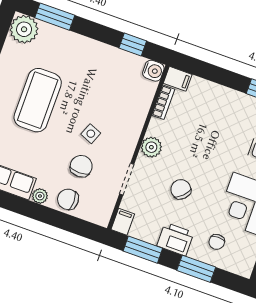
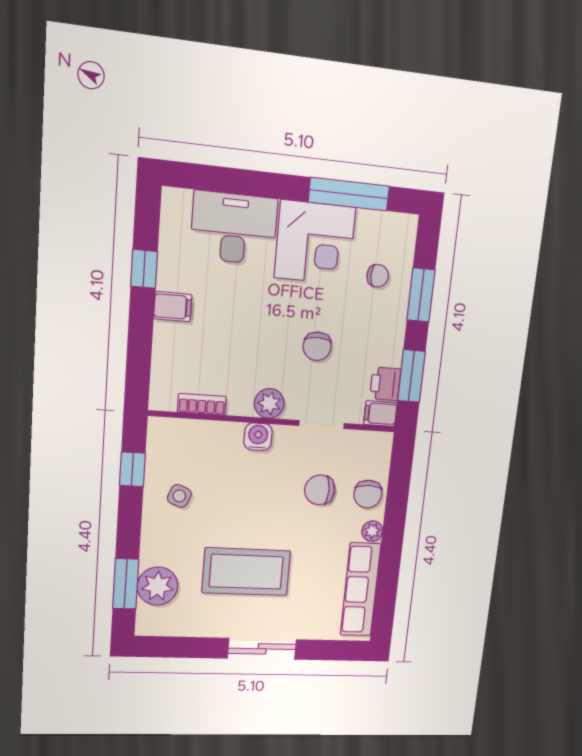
plant: (24, 29) -> (158, 586), moved
water cooler: (153, 71) -> (258, 437), moved
filing cabinet: (178, 79) -> (173, 307), moved, turned 90
side table: (91, 134) -> (179, 496), moved
chair: (181, 189) -> (317, 346), turned -45
printer: (175, 239) -> (385, 384), moved, width x0.73, depth x0.81

